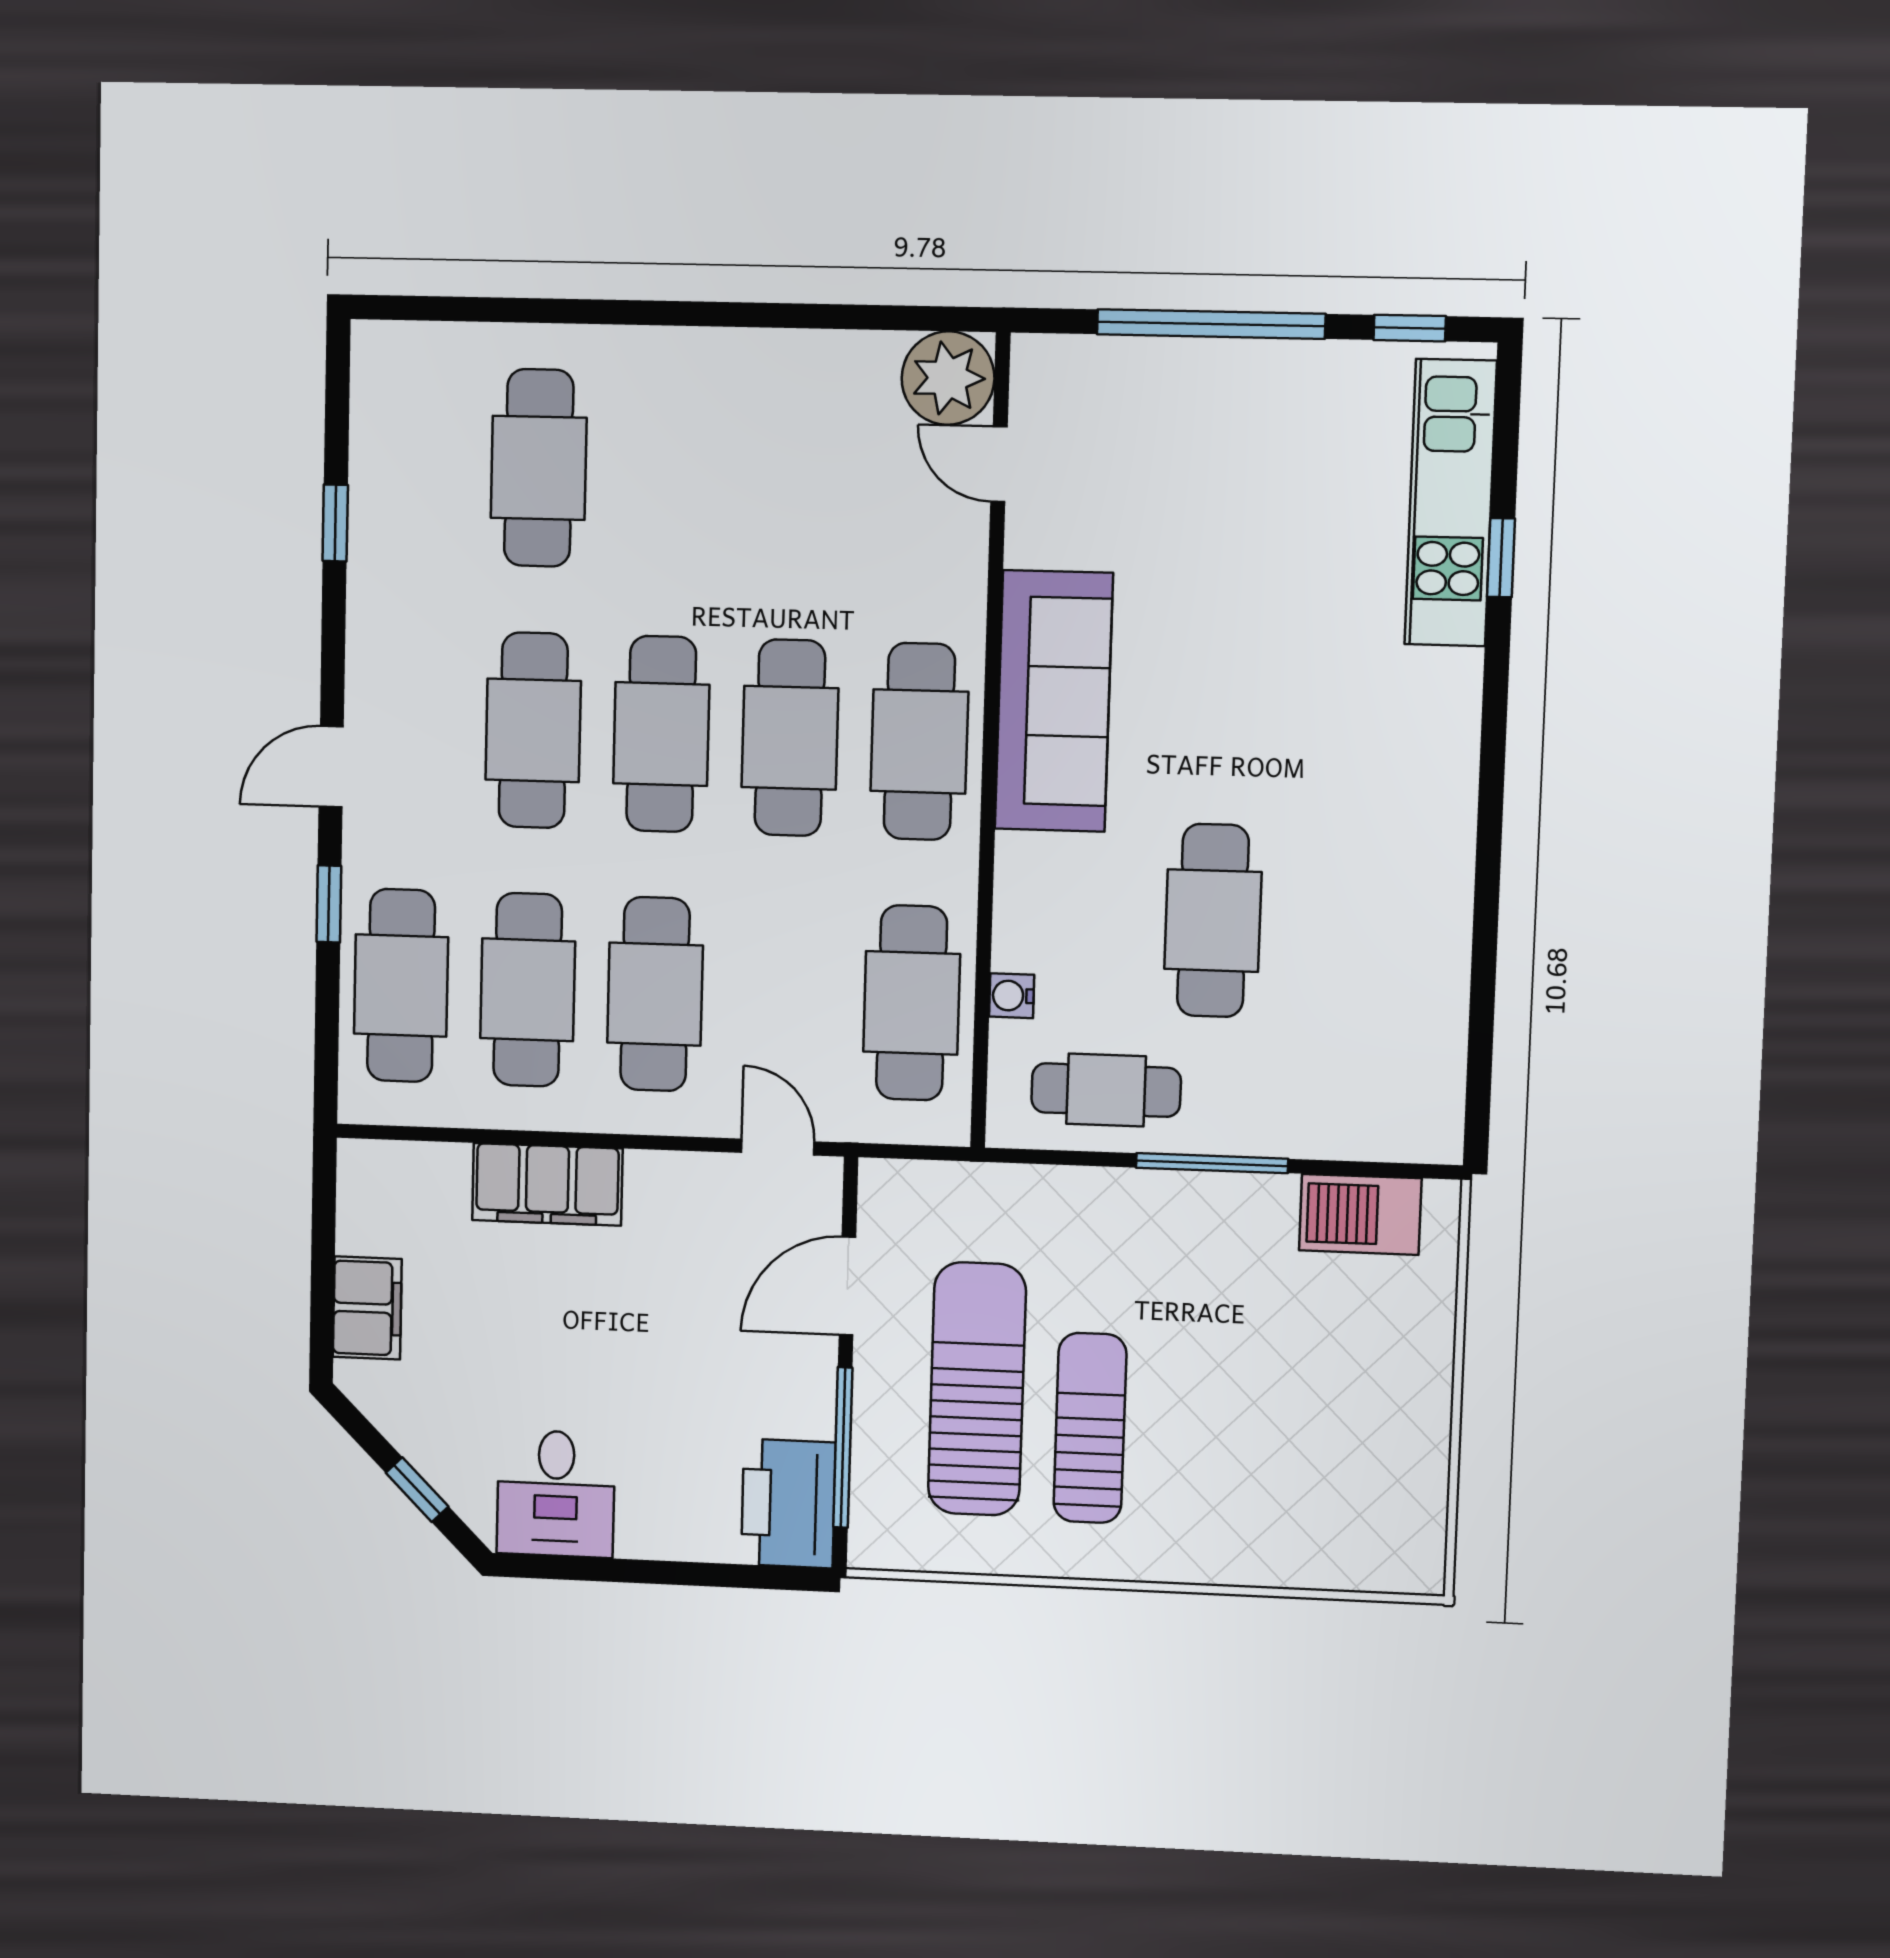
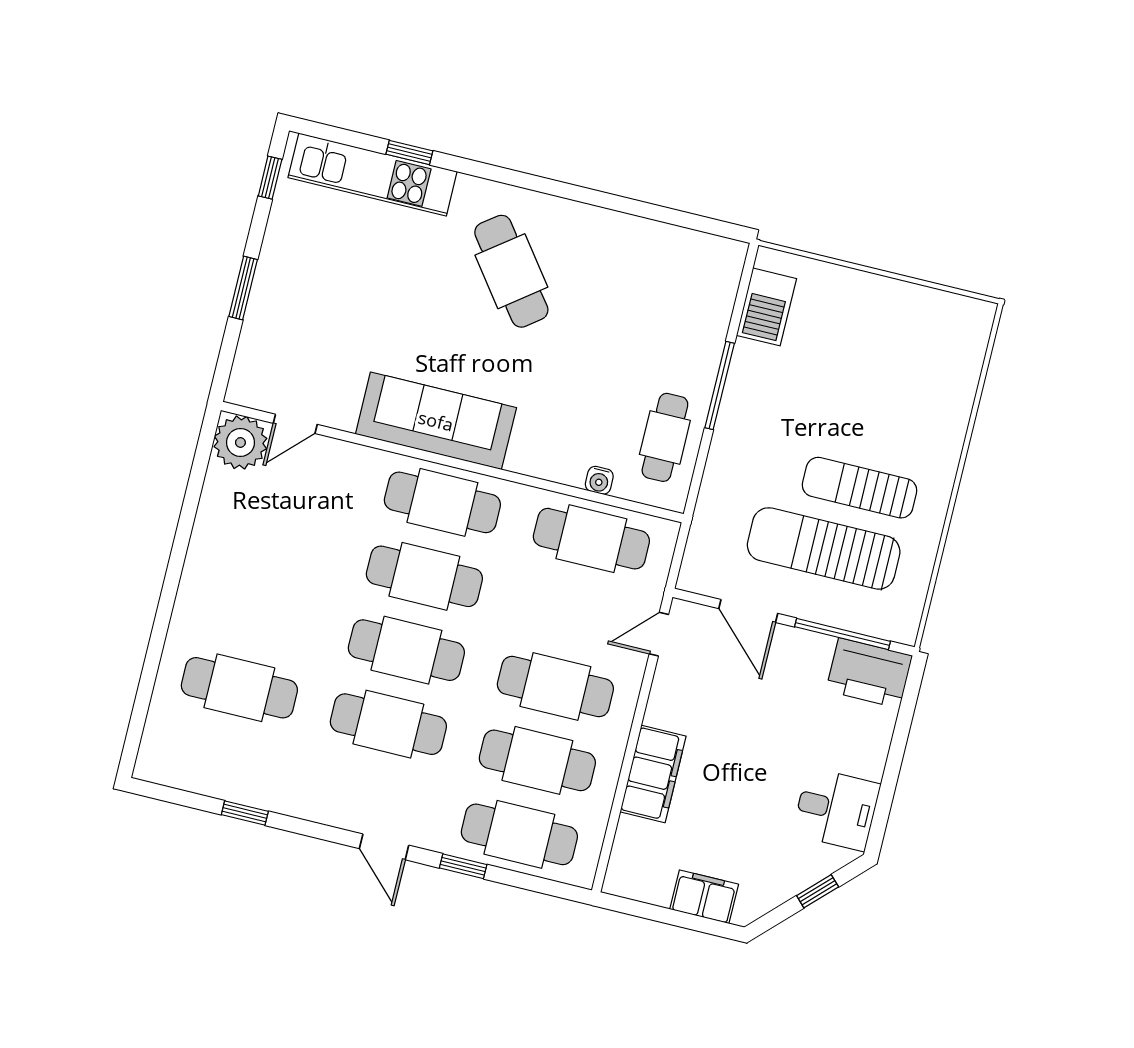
window: (1211, 324) -> (243, 288), width x0.47
cafe table: (1213, 921) -> (511, 271), moved, turned 53

